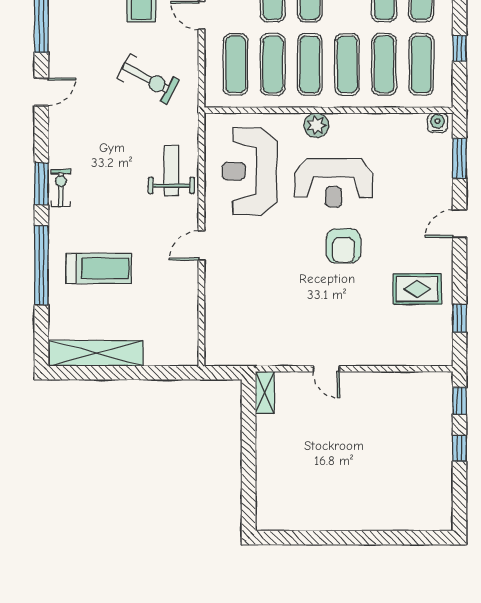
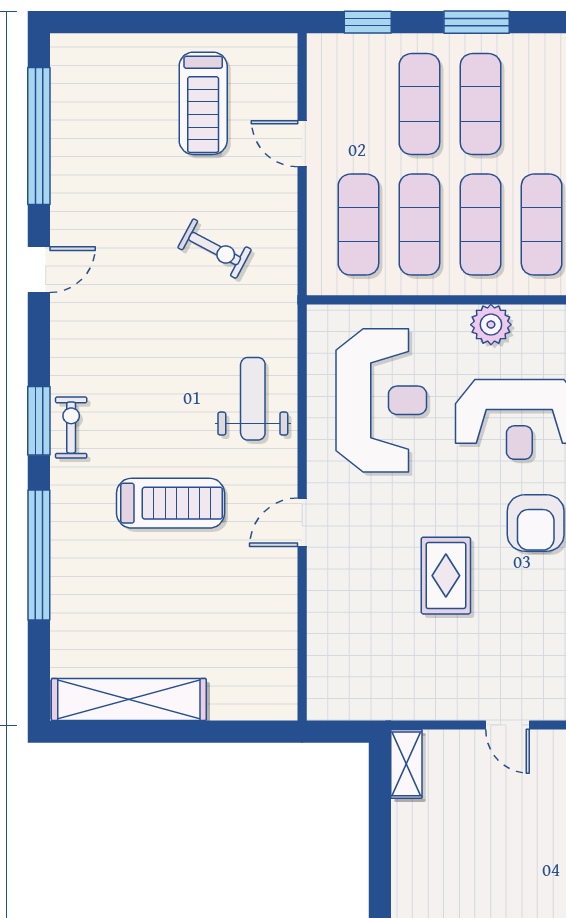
exercise bike: (148, 79) -> (215, 249), width x0.73, depth x0.72
reception desk: (250, 171) -> (381, 400), turned 180
treadmill: (99, 268) -> (170, 503), moved
rug: (289, 278) -> (446, 576), added

